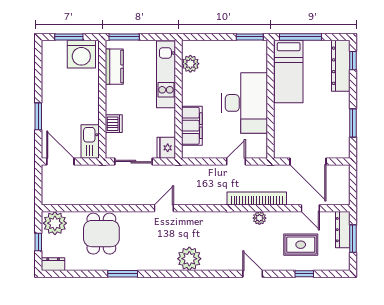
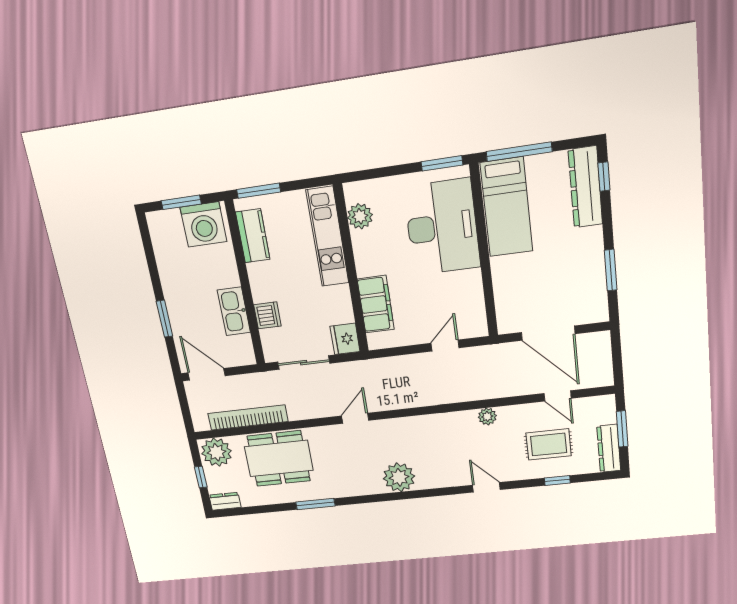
desk: (245, 103) -> (442, 227), moved
kitchen sink: (90, 142) -> (234, 311), moved
bookcase: (257, 199) -> (248, 418), moved
dresser: (343, 230) -> (609, 448), moved
dining table: (101, 234) -> (279, 459), width x1.37

